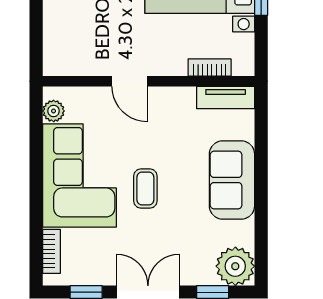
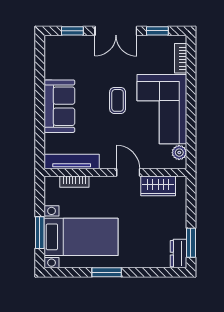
wardrobe: (85, 61) -> (158, 186), added
tv unit: (226, 98) -> (72, 162), width x1.41
plant: (235, 266) -> (57, 48), removed

